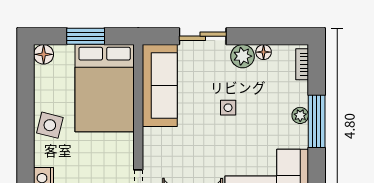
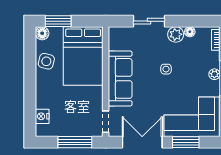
window: (86, 36) -> (58, 21), moved
sofa: (160, 86) -> (120, 78), moved
side table: (50, 125) -> (46, 61), moved

